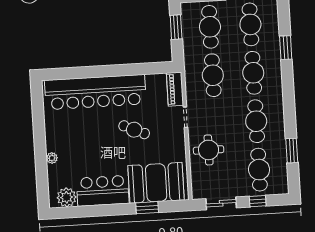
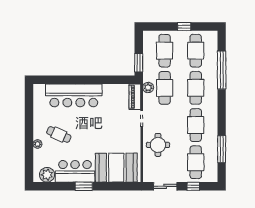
window: (176, 27) -> (139, 63), moved
window: (286, 48) -> (222, 70), width x2.11
plant: (191, 76) -> (148, 88), added
bar counter: (95, 92) -> (74, 95), width x0.73
cafe table: (134, 130) -> (59, 135), moved
window: (292, 151) -> (222, 149), width x1.44
window: (147, 208) -> (84, 186), moved

